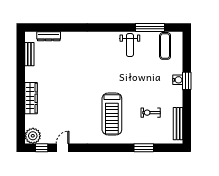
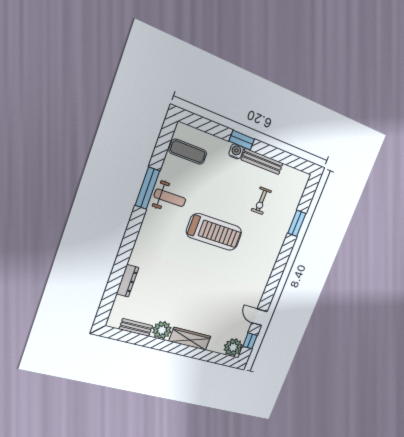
window: (150, 27) -> (147, 188), moved
dresser: (49, 36) -> (128, 281), moved
plant: (32, 74) -> (162, 330), added
treadmill: (112, 114) -> (214, 232), moved
bench: (178, 124) -> (262, 161), moved

